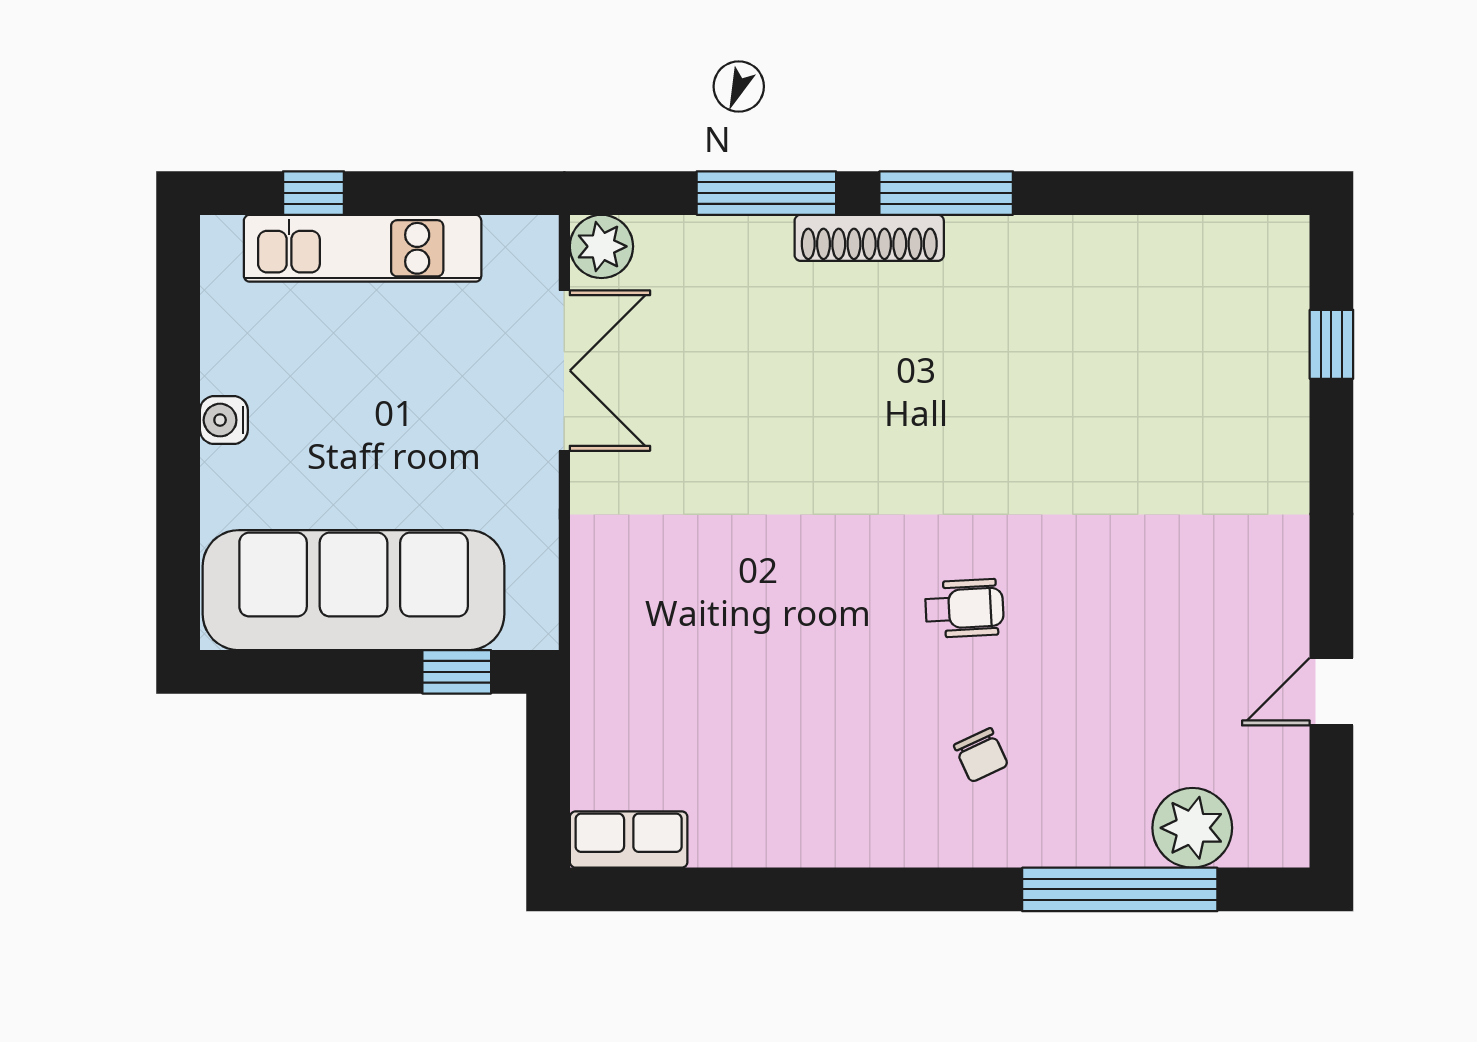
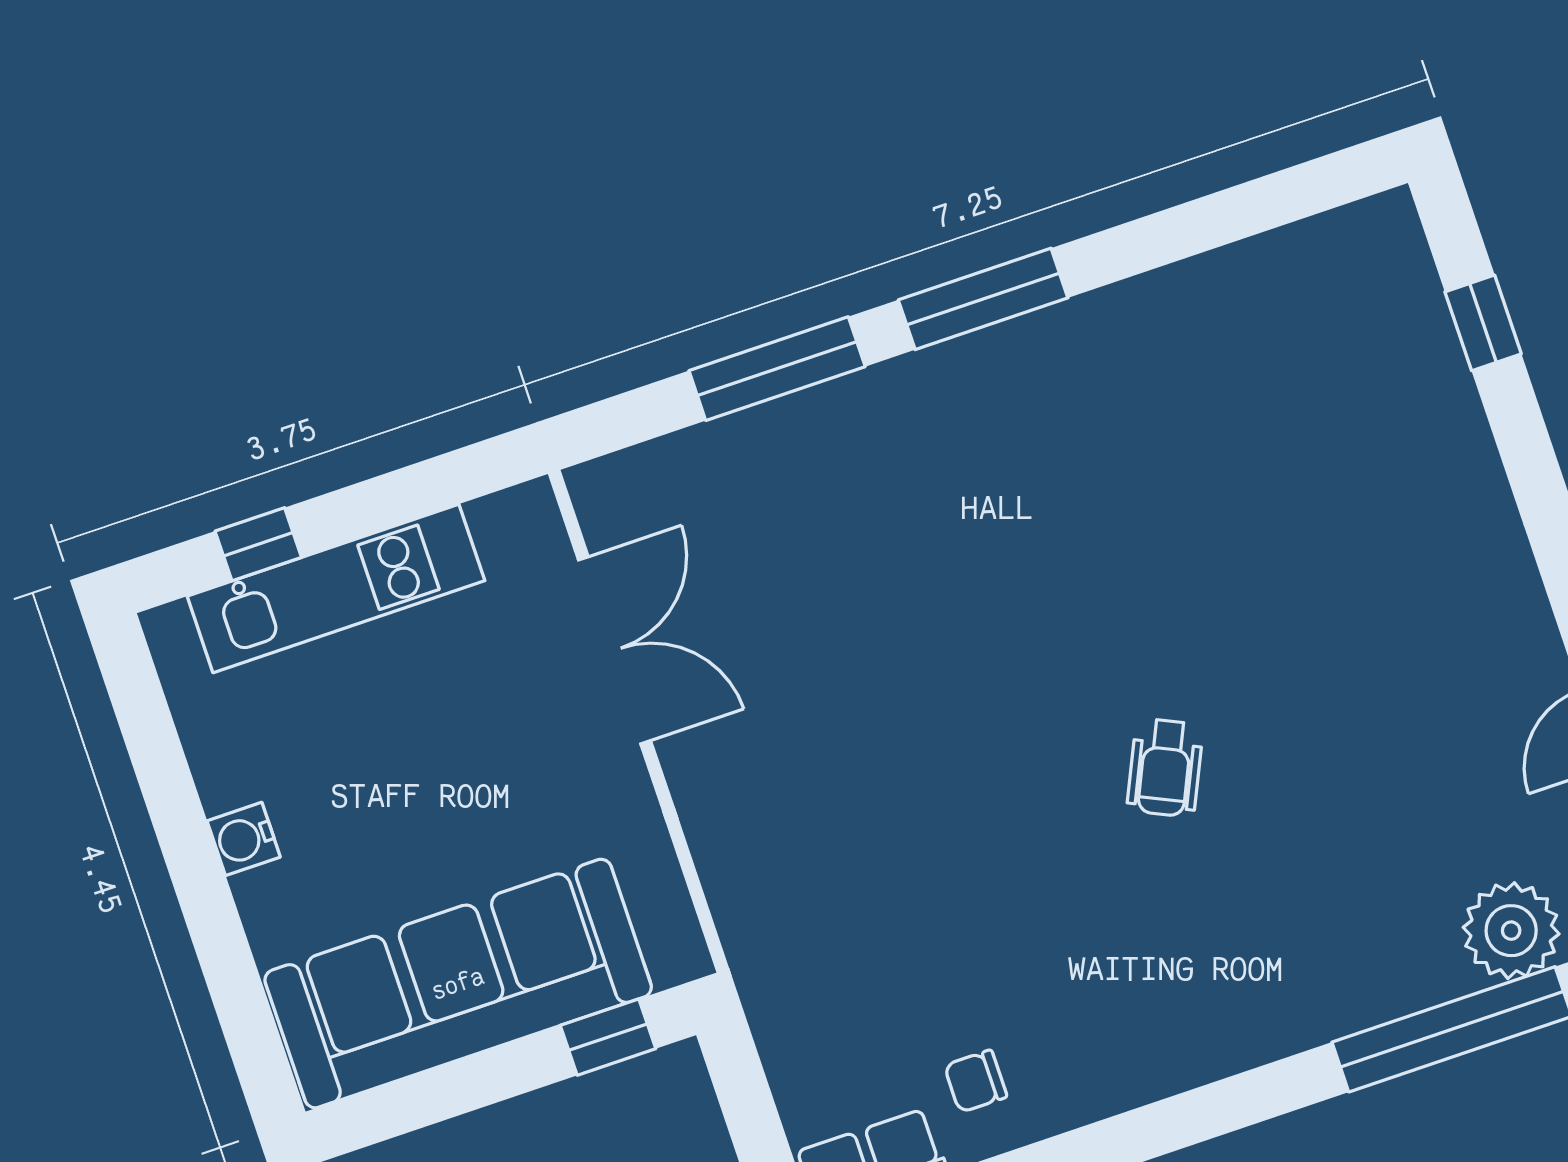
shoe rack: (869, 238) -> (912, 380), removed
plant: (601, 246) -> (609, 494), removed
wheelchair: (964, 608) -> (1165, 768), turned 118
chair: (981, 755) -> (976, 1081), moved, turned 115

